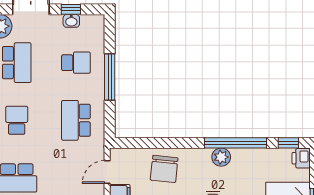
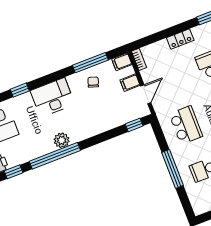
window: (134, 143) -> (134, 125), added
chair: (164, 169) -> (102, 114), removed

